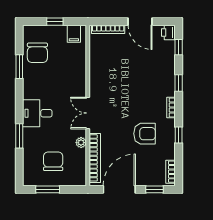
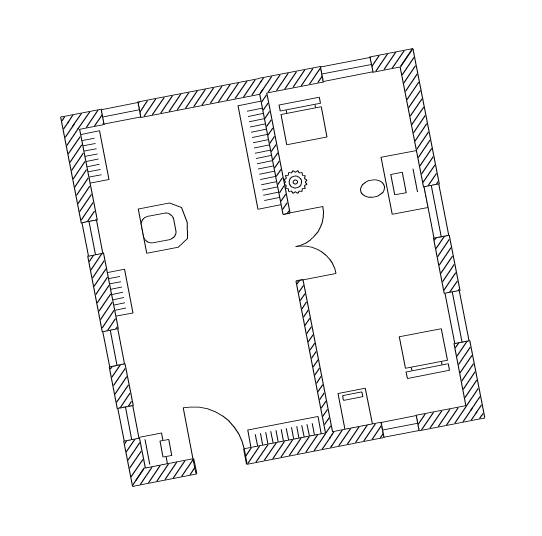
desk: (37, 113) -> (392, 185), moved
window: (19, 136) -> (436, 211), moved
chair: (53, 161) -> (303, 121), moved
door: (119, 189) -> (195, 99), removed

